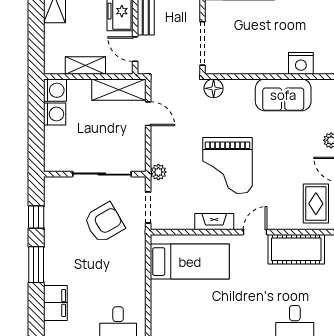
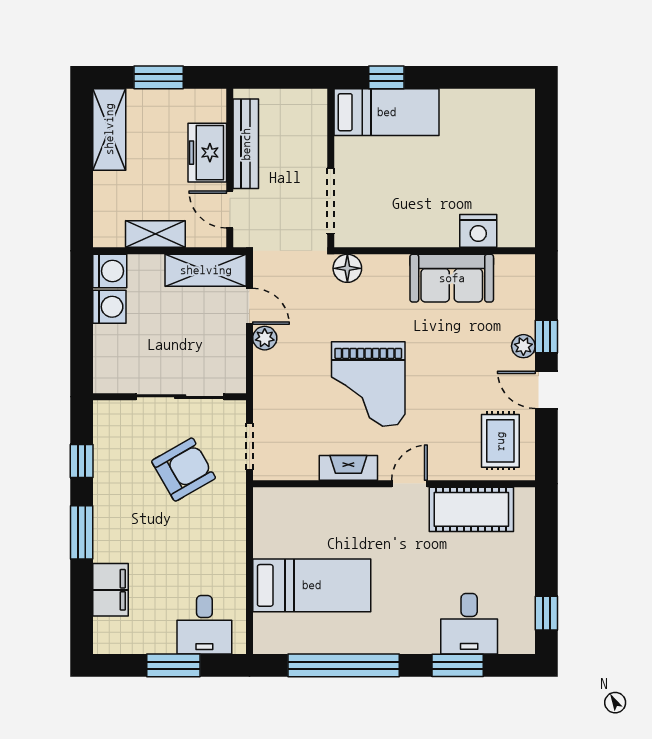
plant: (158, 172) -> (265, 338), moved
bed: (190, 262) -> (312, 585), moved

